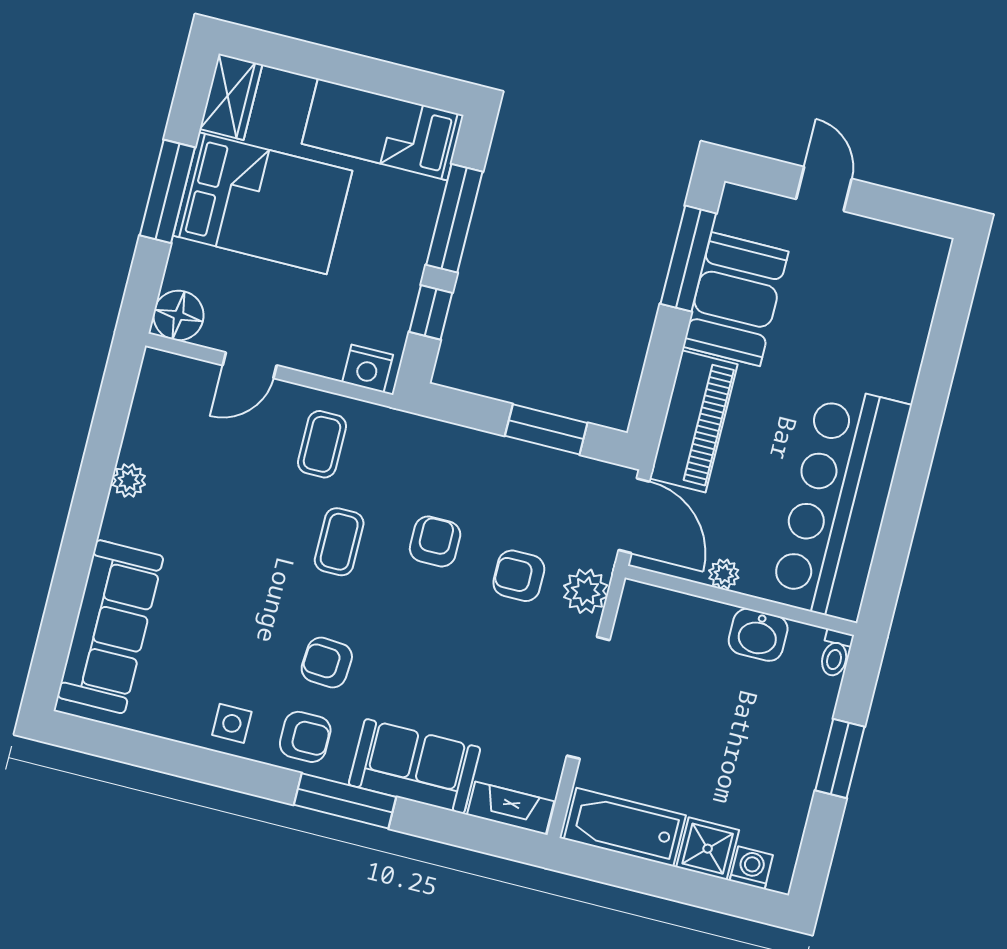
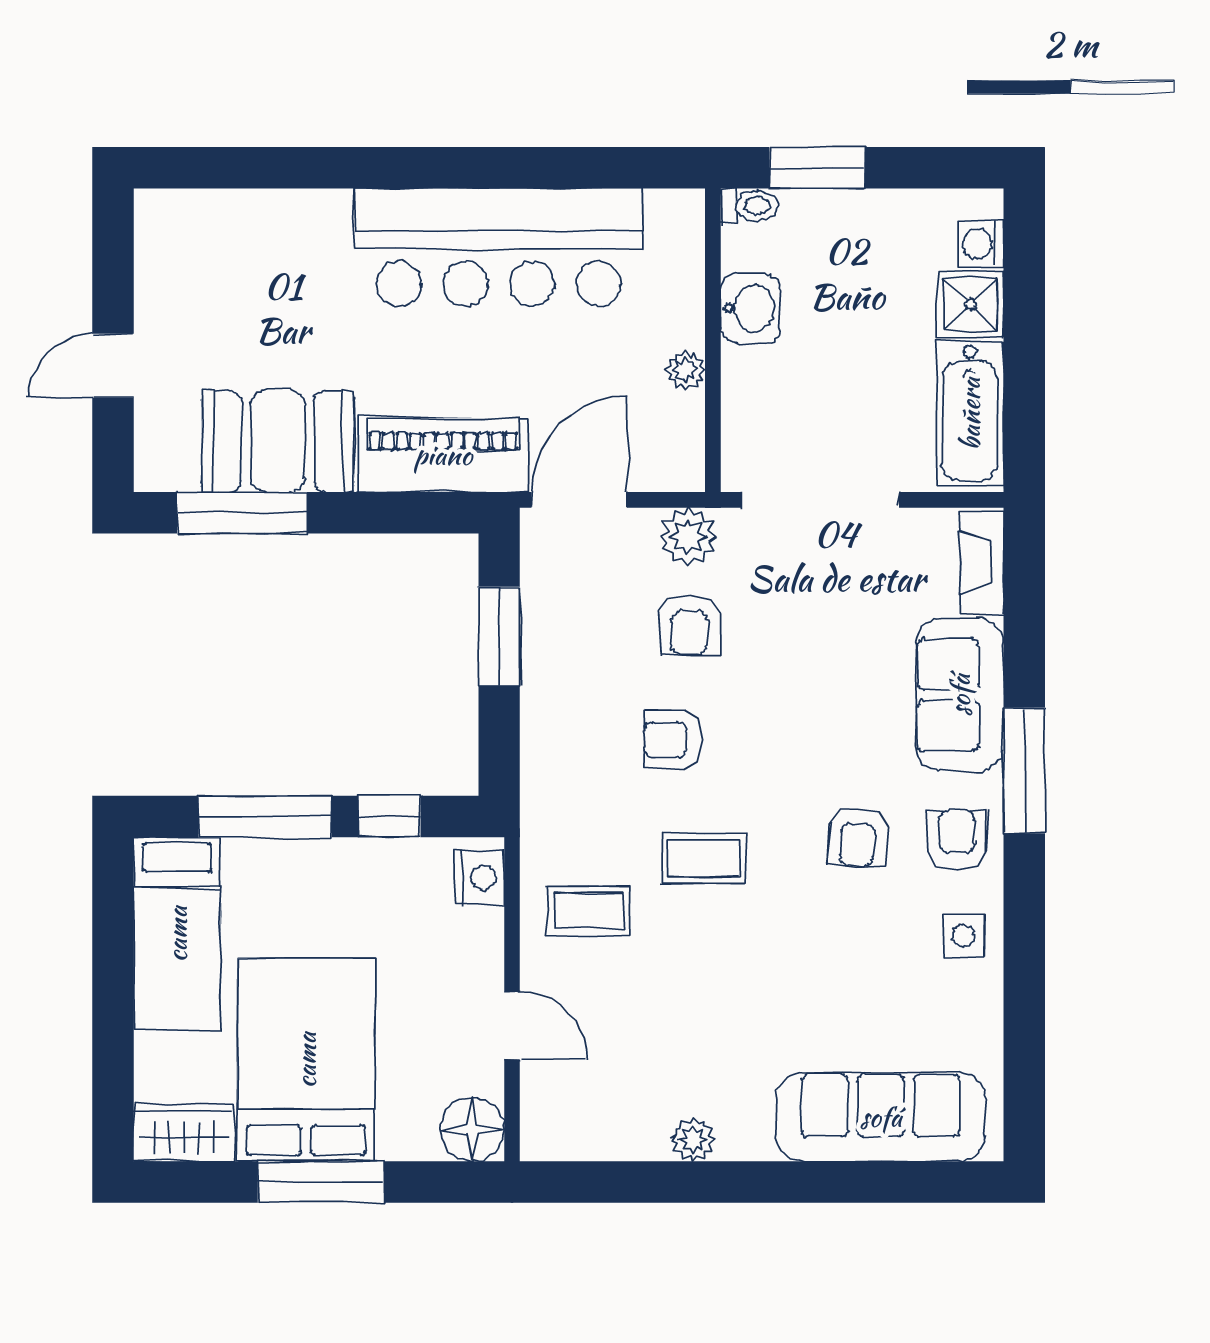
plant: (724, 574) -> (686, 370), moved
wall: (741, 600) -> (713, 340), moved
washbasin: (758, 635) -> (750, 308), moved
toilet: (836, 653) -> (749, 206), moved

